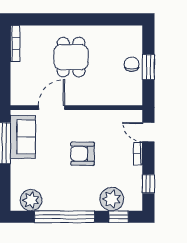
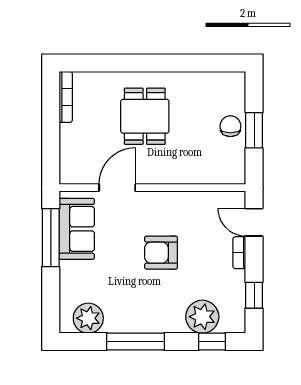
window: (64, 217) -> (136, 342), width x0.68

